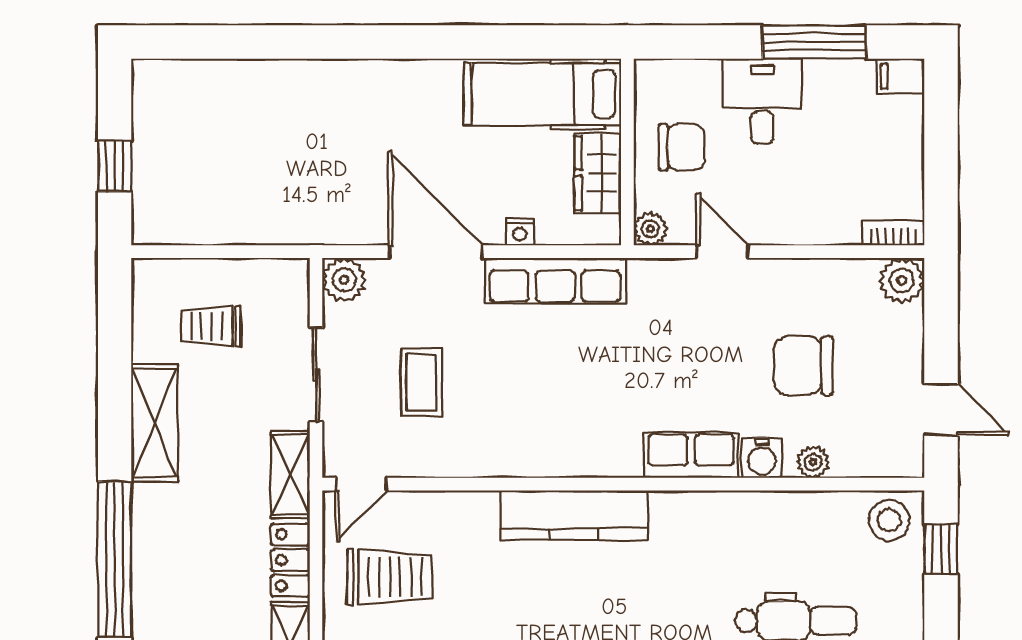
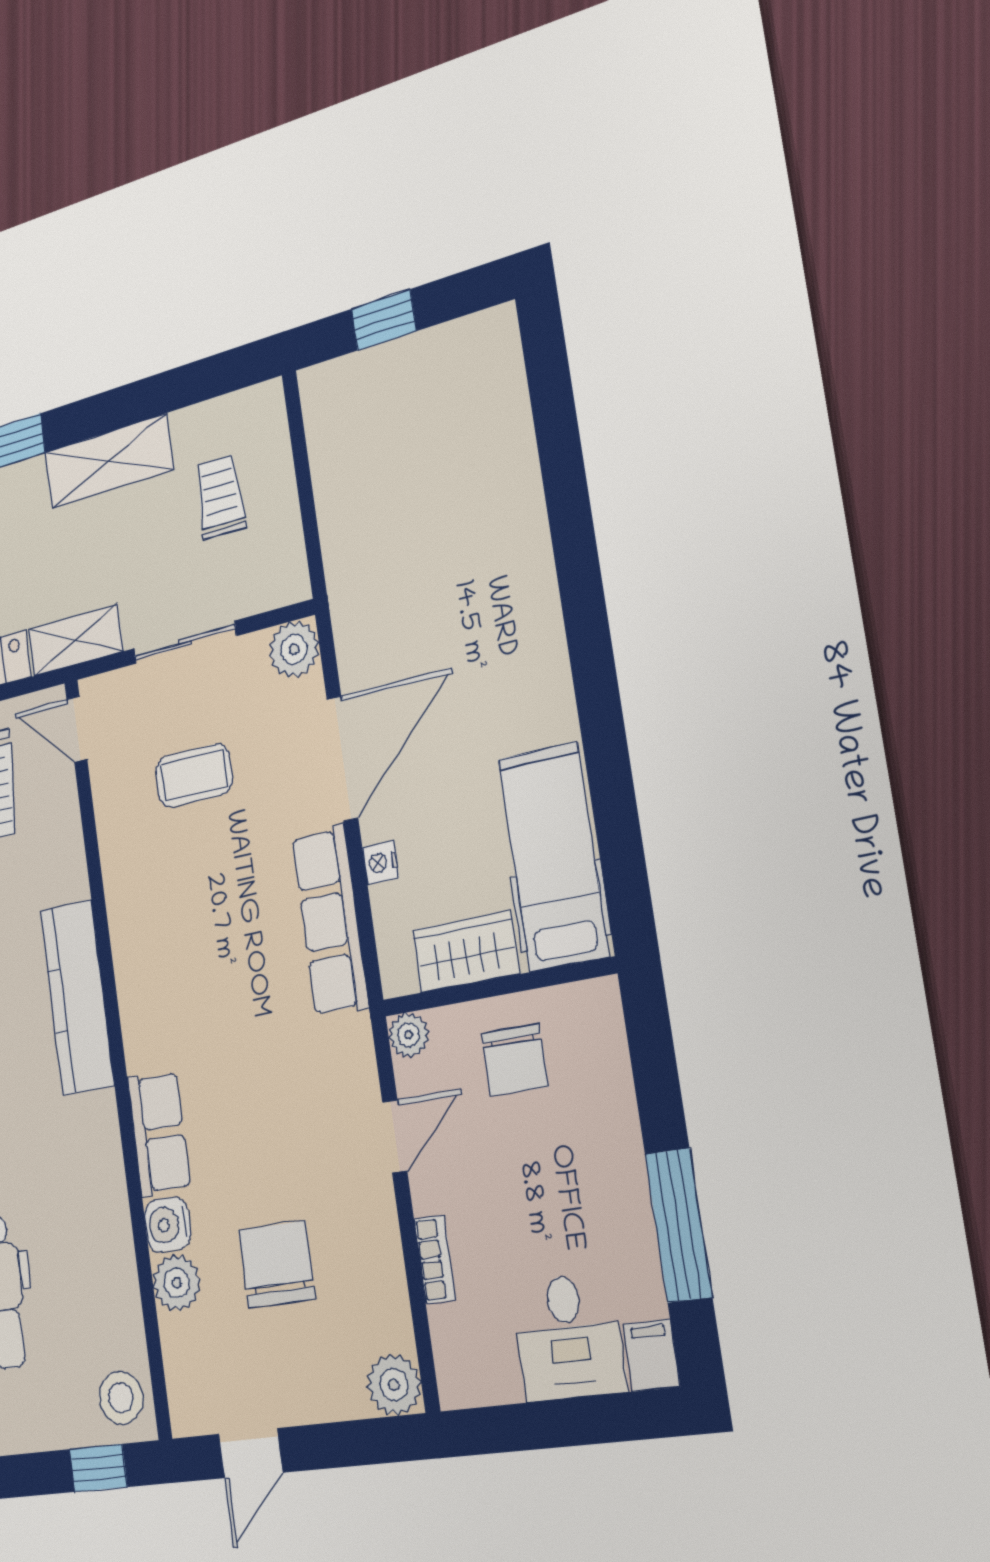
desk: (762, 101) -> (568, 1337), moved, turned 90
bookcase: (893, 233) -> (435, 1259), moved
plant: (813, 462) -> (177, 1283), width x1.38, depth x1.38

